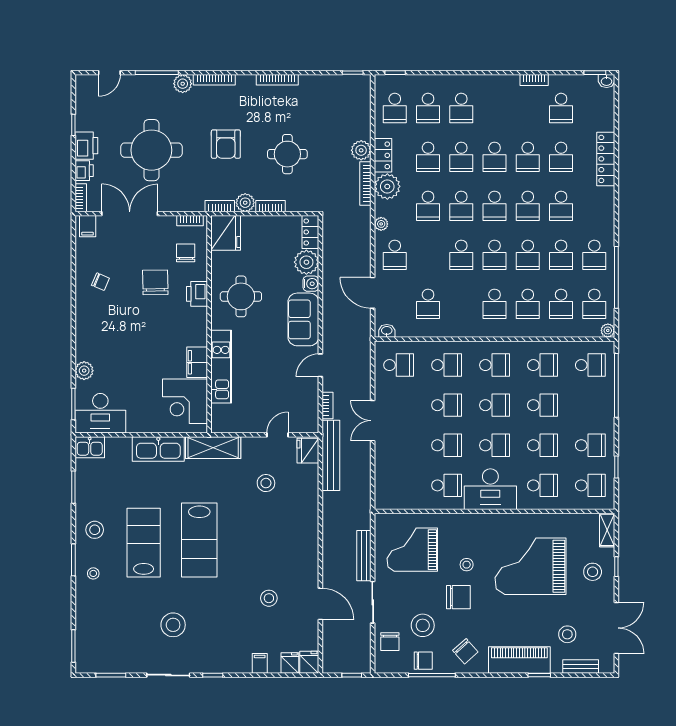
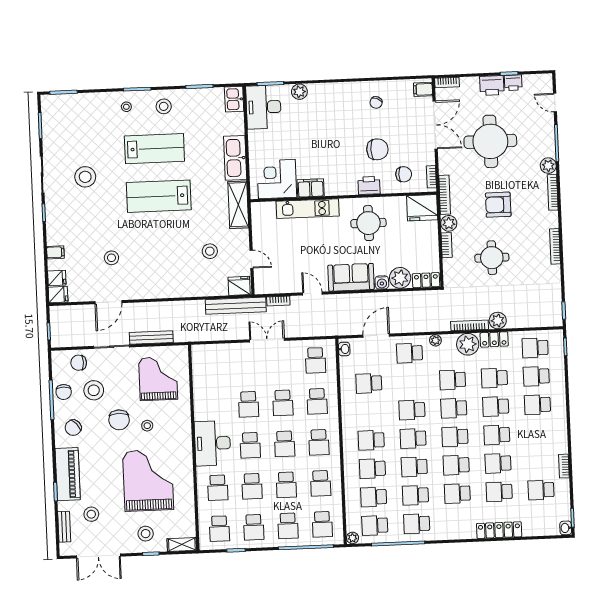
printer: (84, 171) -> (513, 83), moved
bookcase: (220, 206) -> (445, 195), width x1.56
school desk: (447, 485) -> (288, 526), moved

